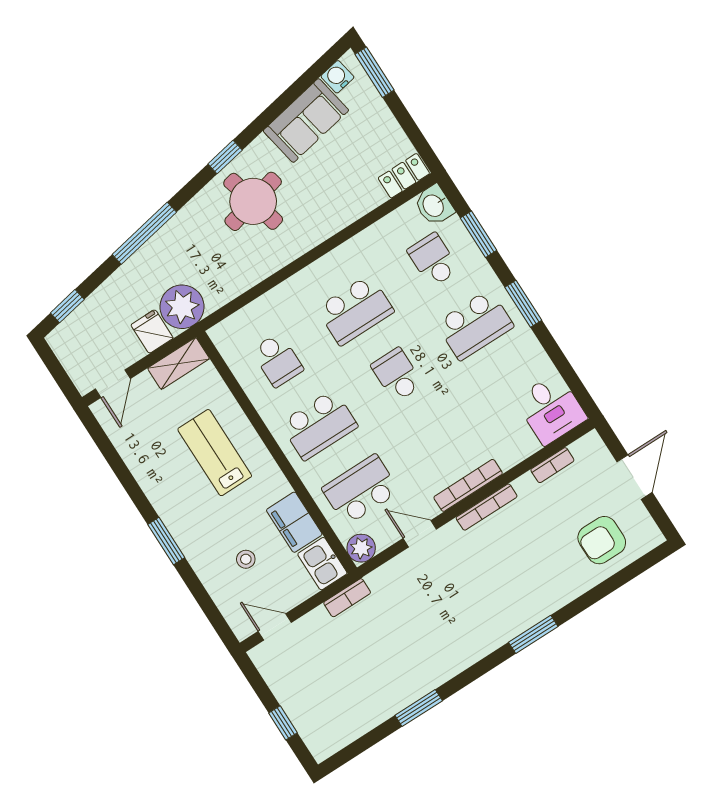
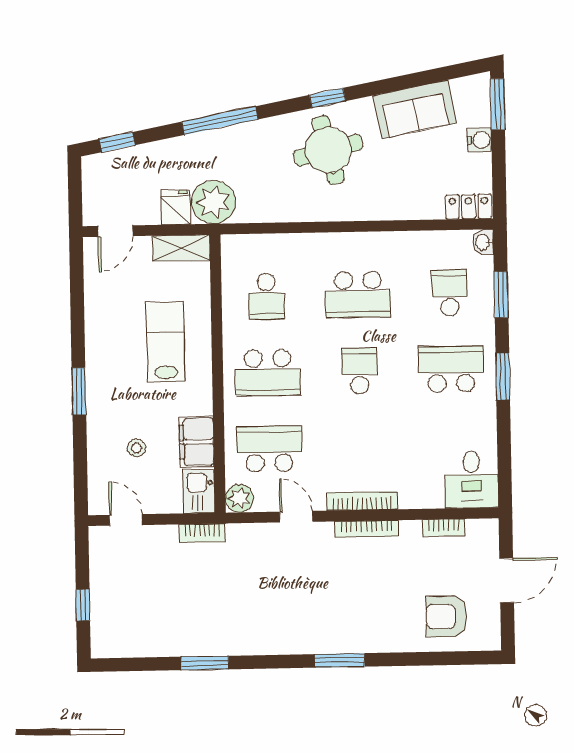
water cooler: (337, 77) -> (479, 140), moved, turned 101
washbasin: (434, 205) -> (483, 242), width x0.72, depth x0.69
school desk: (475, 325) -> (451, 369), turned 180

